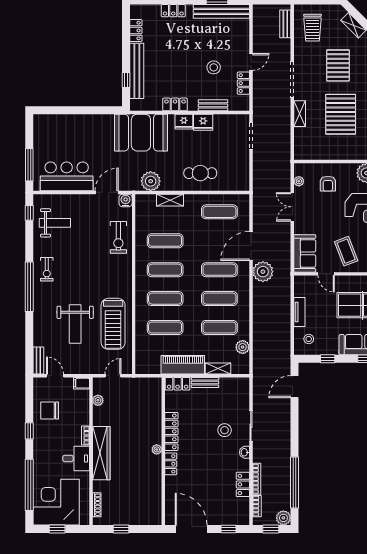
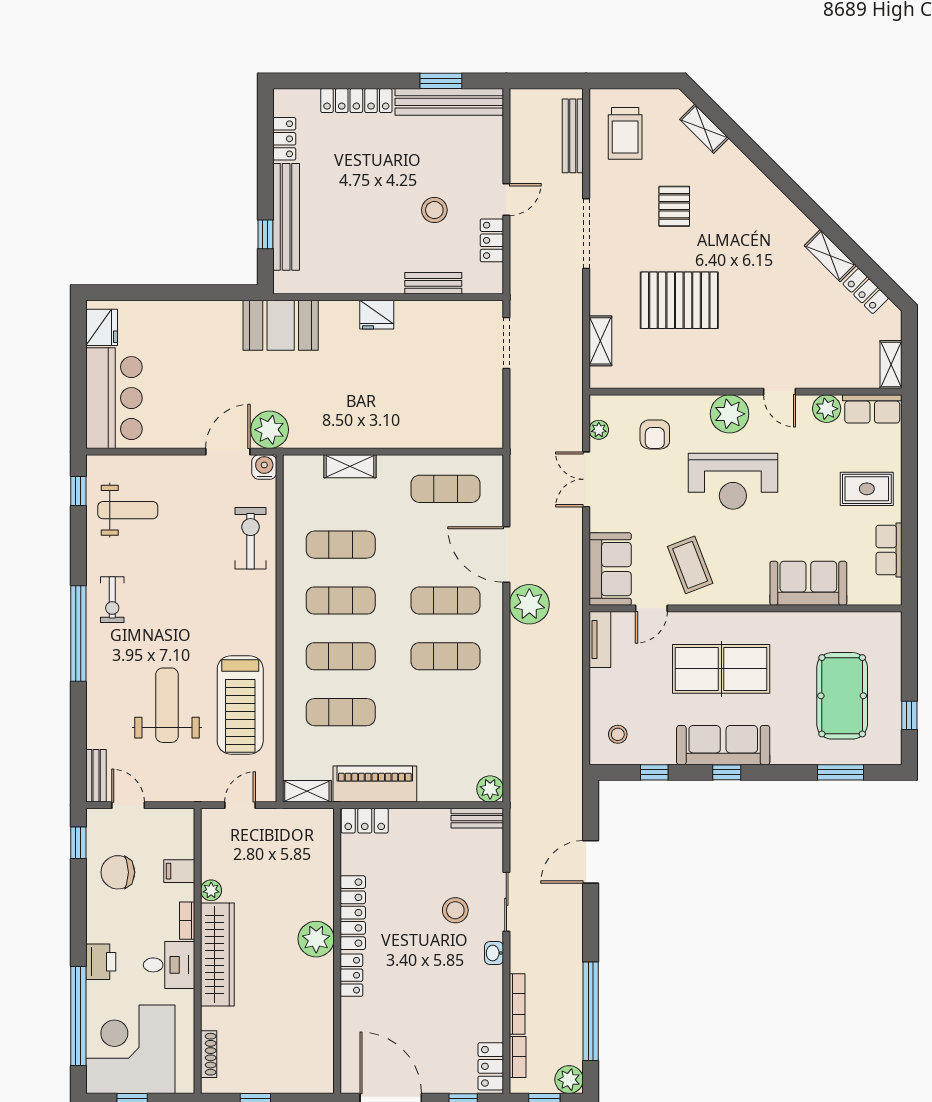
locker: (173, 11) -> (356, 100), width x1.53
bench: (285, 24) -> (573, 136), width x1.36
pallet: (338, 65) -> (674, 206), width x0.67, depth x0.71
locker: (175, 104) -> (360, 282), removed
shelving: (300, 114) -> (600, 341), moved
pallet: (341, 114) -> (679, 300), turned 90
fridge: (203, 122) -> (102, 327), moved, turned -90
booth: (141, 133) -> (281, 325), width x0.73, depth x0.70
window: (29, 165) -> (78, 398), removed
cafe table: (200, 173) -> (409, 414), removed
bar counter: (67, 176) -> (114, 398), moved, turned 90
plant: (151, 181) -> (270, 430), moved
exercise bike: (118, 237) -> (250, 538), turned 180
door: (251, 246) -> (506, 554), hinge flipped
door: (326, 274) -> (651, 608), hinge flipped
tv unit: (299, 312) -> (600, 640), moved
weight bench: (75, 324) -> (167, 705), turned 180
exercise mat: (219, 328) -> (446, 712), removed
plant: (243, 347) -> (490, 789), moved
shelving: (218, 369) -> (307, 791), moved
bench: (205, 382) -> (477, 818), moved
filing cabinet: (81, 383) -> (179, 871), moved
door: (295, 387) -> (591, 862), moved
plant: (98, 400) -> (211, 890), moved
window: (29, 431) -> (78, 843), moved
plant: (157, 449) -> (316, 939), width x1.88, depth x1.88
printer: (41, 457) -> (101, 962), added
locker: (243, 484) -> (491, 1066), moved

